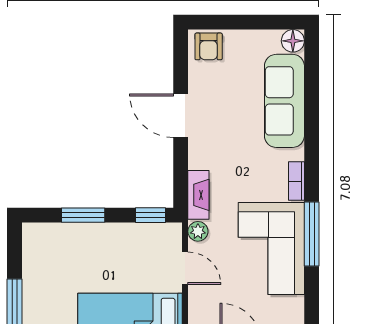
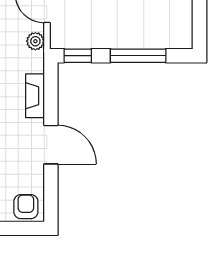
fireplace: (198, 195) -> (35, 96), moved
window: (83, 215) -> (138, 56), width x1.44

